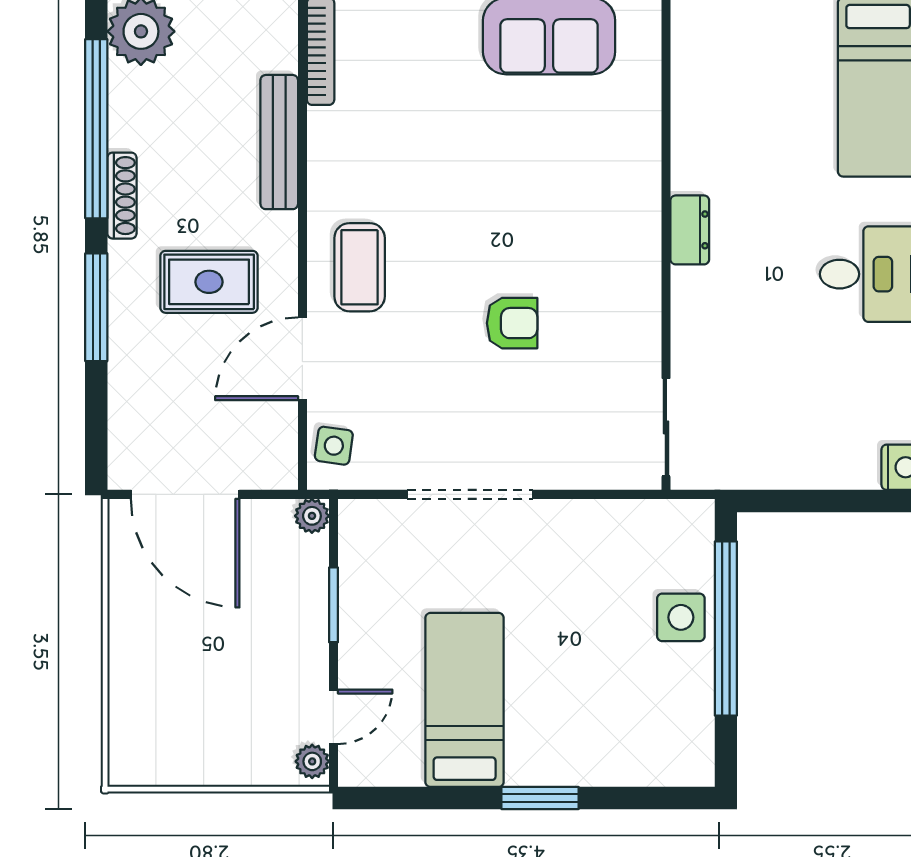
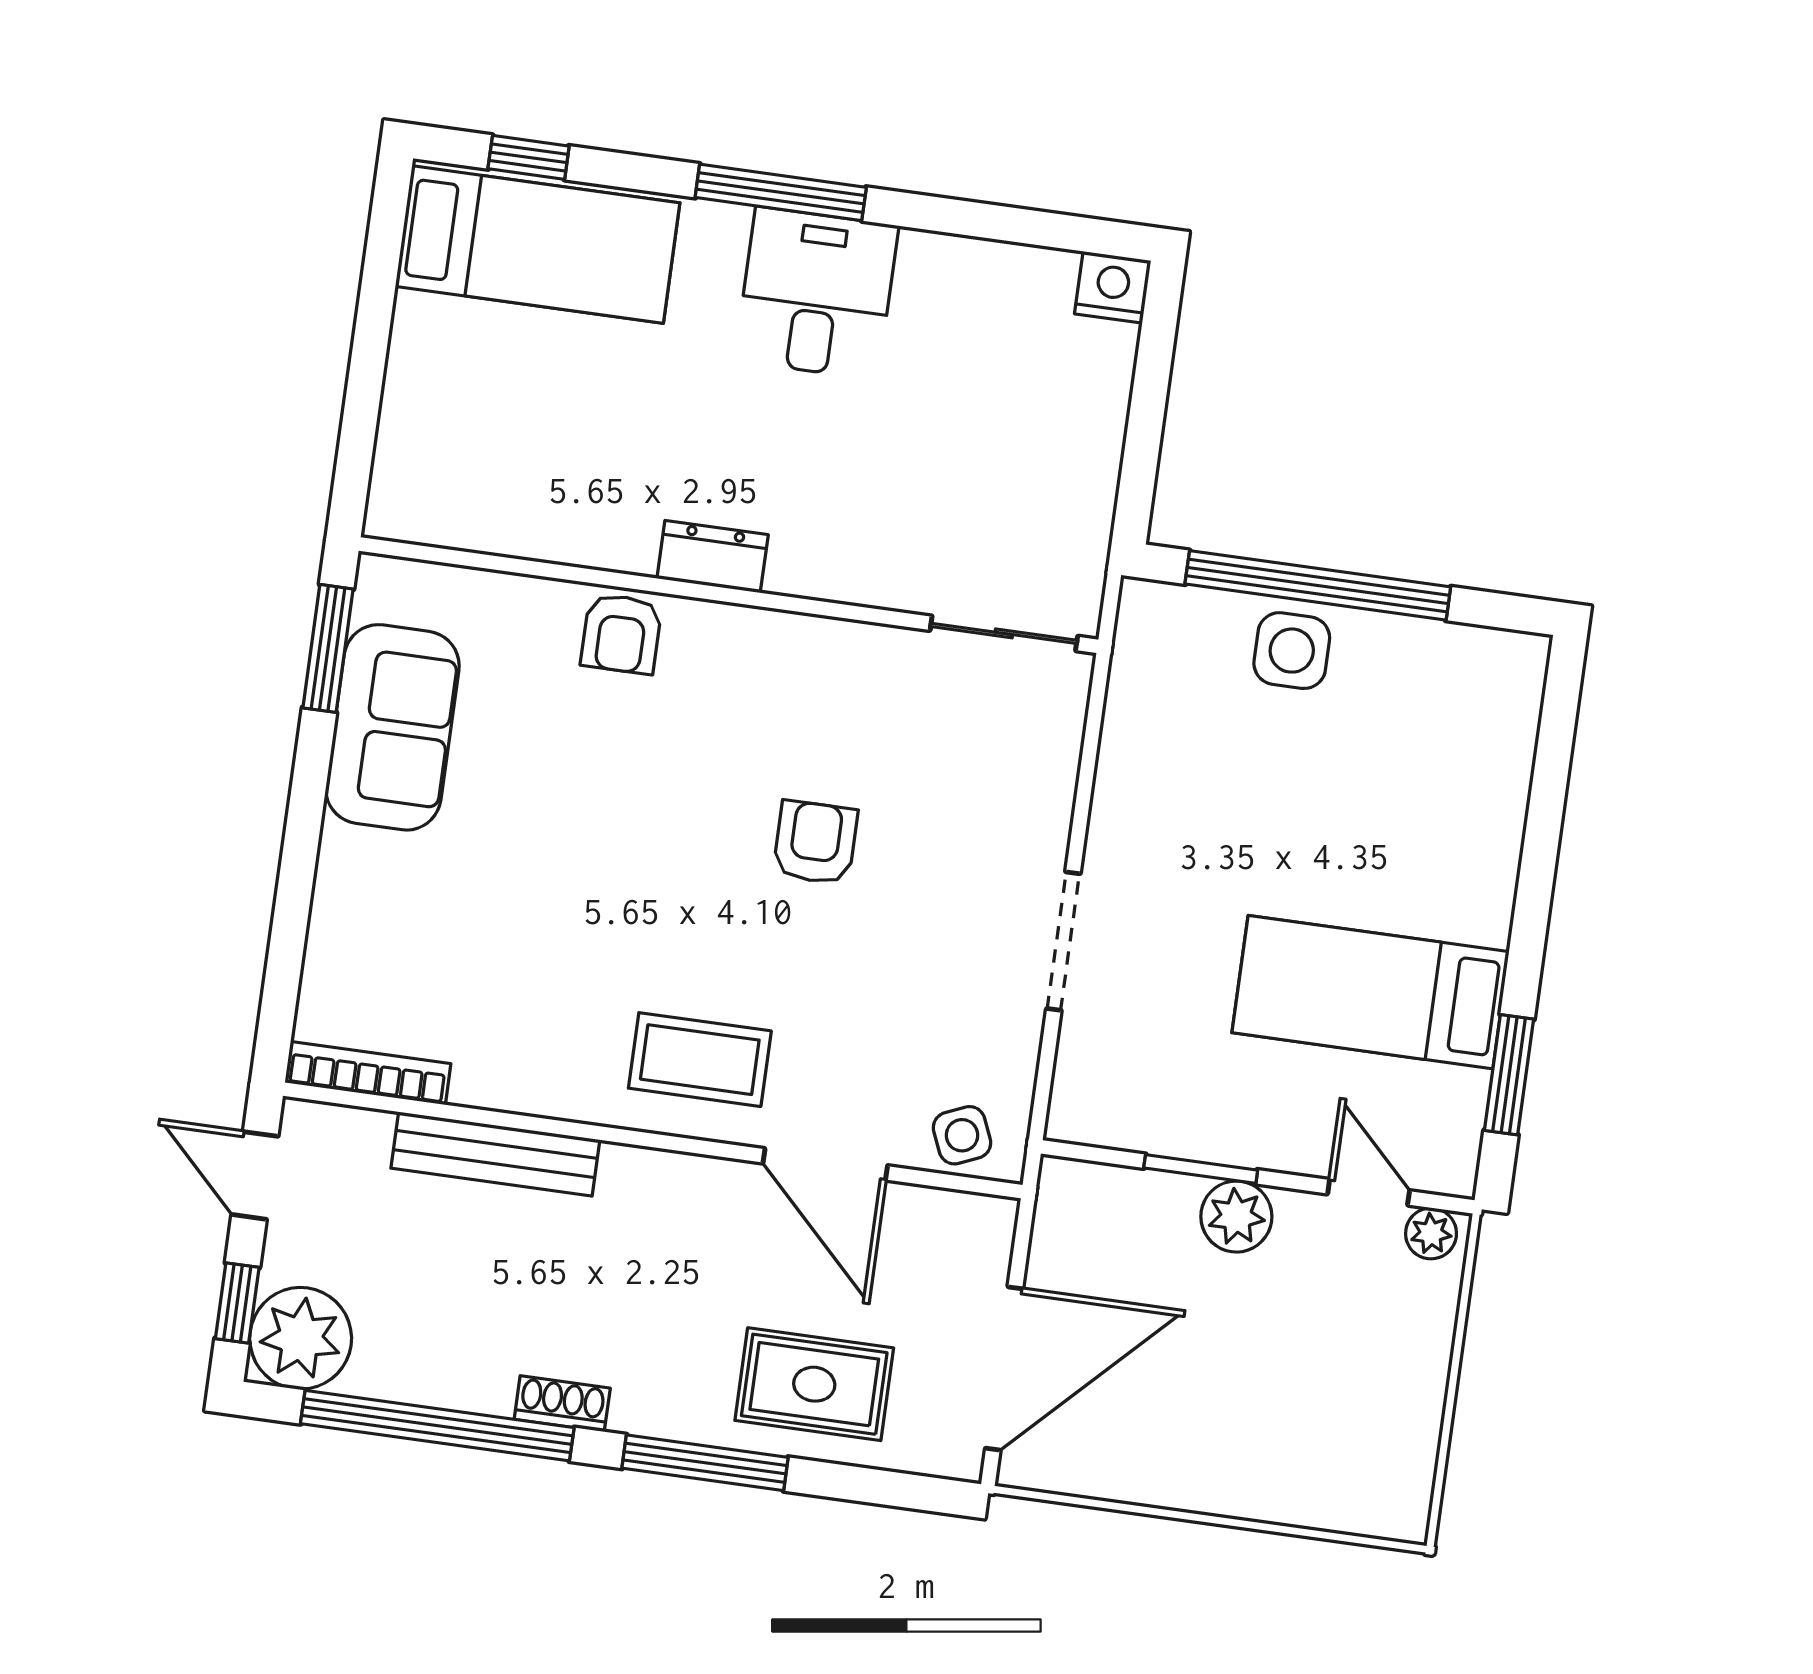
armchair: (631, 177) -> (621, 634), added
shoe rack: (122, 196) -> (562, 1404), width x0.70
rug: (209, 282) -> (814, 1384), moved, turned 90
side table: (334, 446) -> (962, 1135), turned -31
doorway: (470, 494) -> (1063, 941), width x0.73
plant: (312, 516) -> (1236, 1217), moved, width x1.38, depth x1.38
window: (540, 798) -> (1509, 1075), moved

